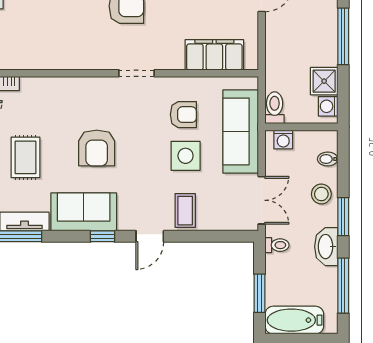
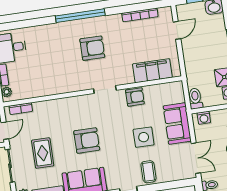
armchair: (183, 115) -> (135, 97), moved
sofa: (241, 131) -> (177, 124), width x0.73
armchair: (97, 148) -> (87, 140), turned -90

